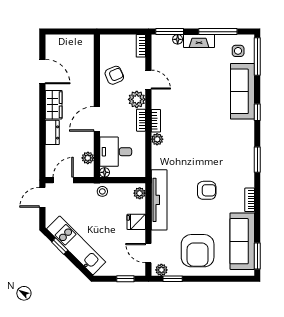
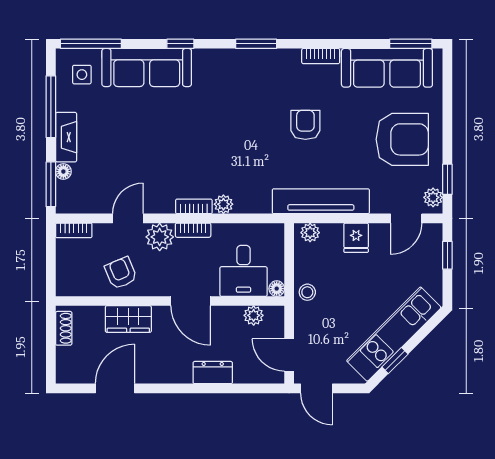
shoe rack: (80, 40) -> (64, 328), added
wardrobe: (54, 105) -> (128, 319), moved, turned 180

